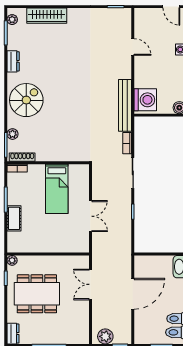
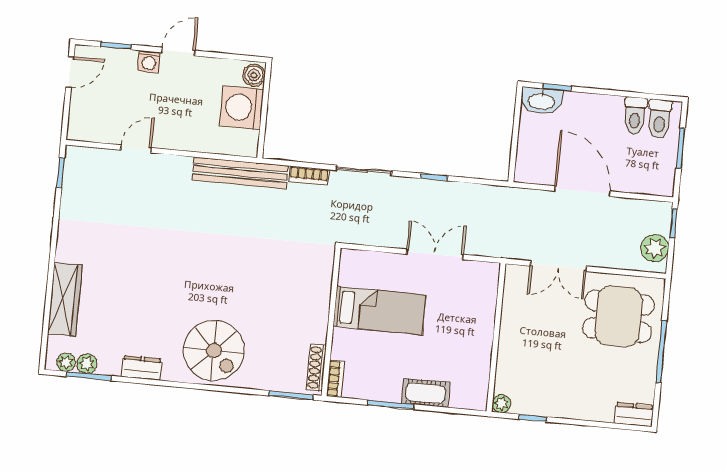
spiral stairs: (26, 100) -> (214, 351), turned 180
washing machine: (145, 100) -> (242, 107), moved, turned -90
plant: (13, 134) -> (87, 364), moved
dining table: (37, 294) -> (618, 316), moved, width x0.73

